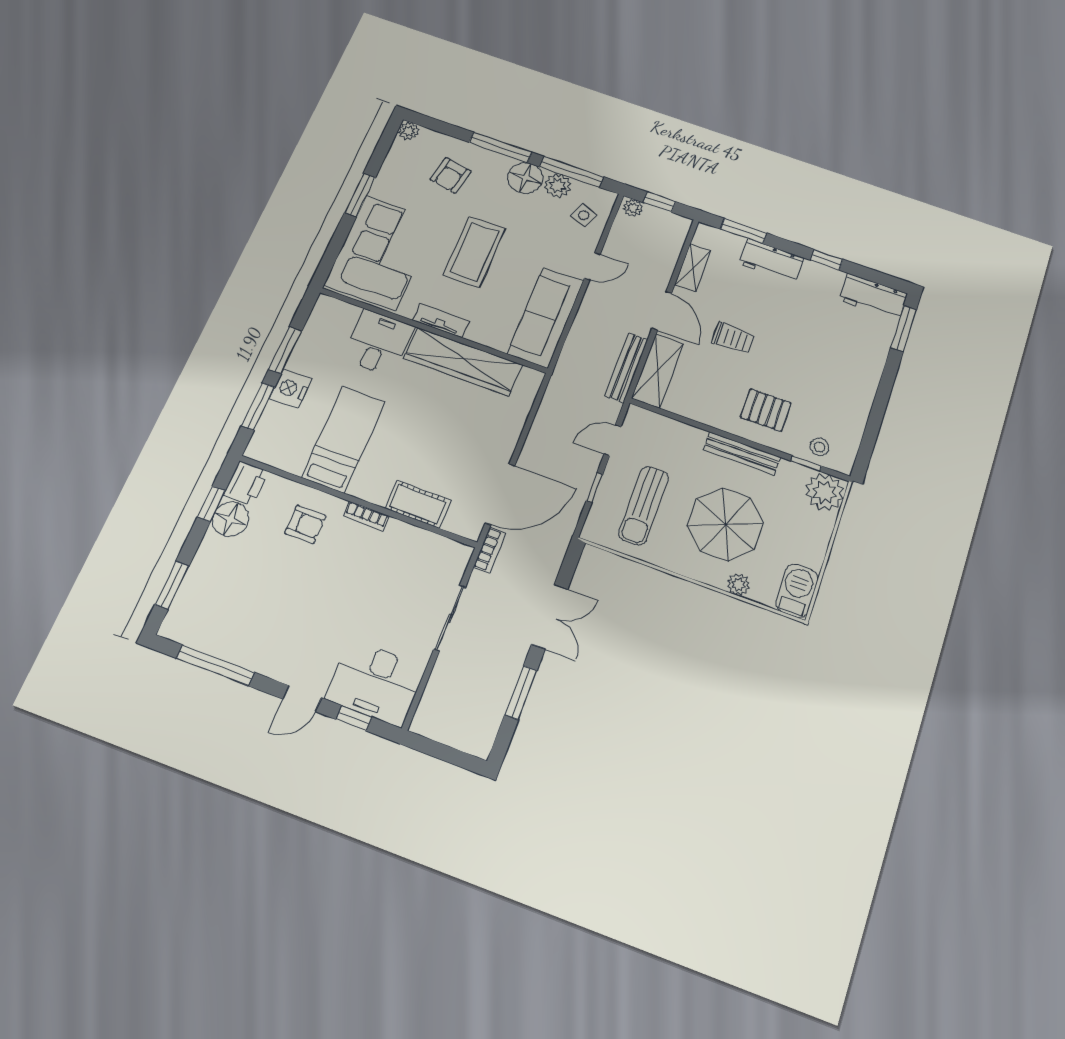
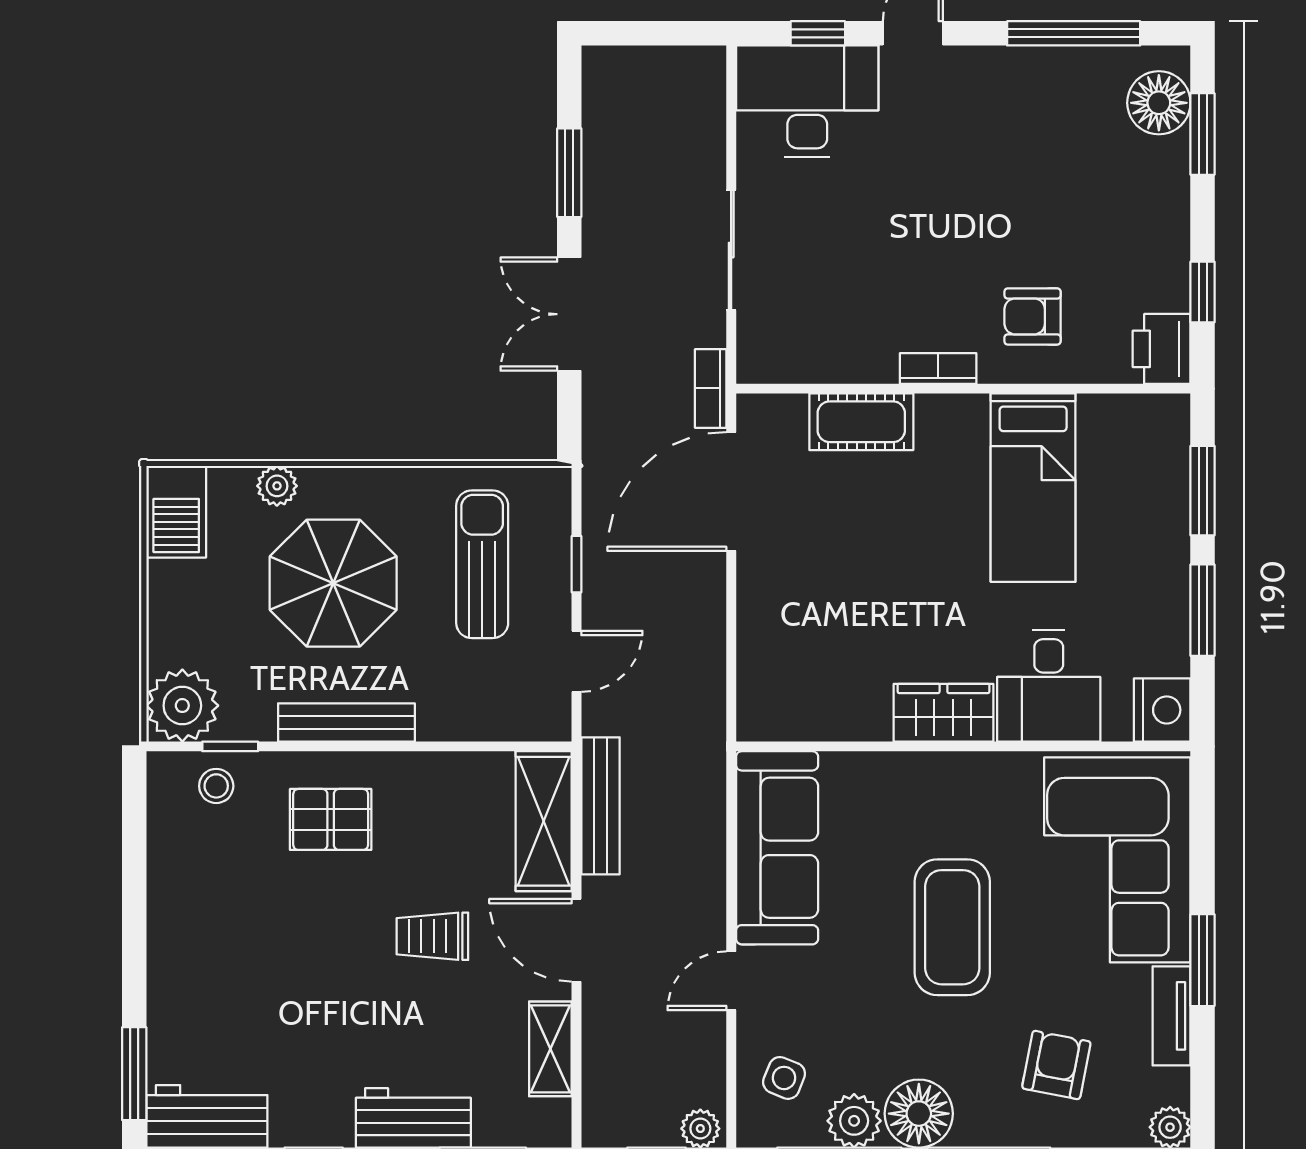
tv unit: (441, 321) -> (1172, 1016), moved, turned 90
wardrobe: (463, 361) -> (943, 713), width x0.48, depth x0.85
nightstand: (291, 389) -> (1162, 710), moved
floor lamp: (231, 519) -> (1159, 103), moved

